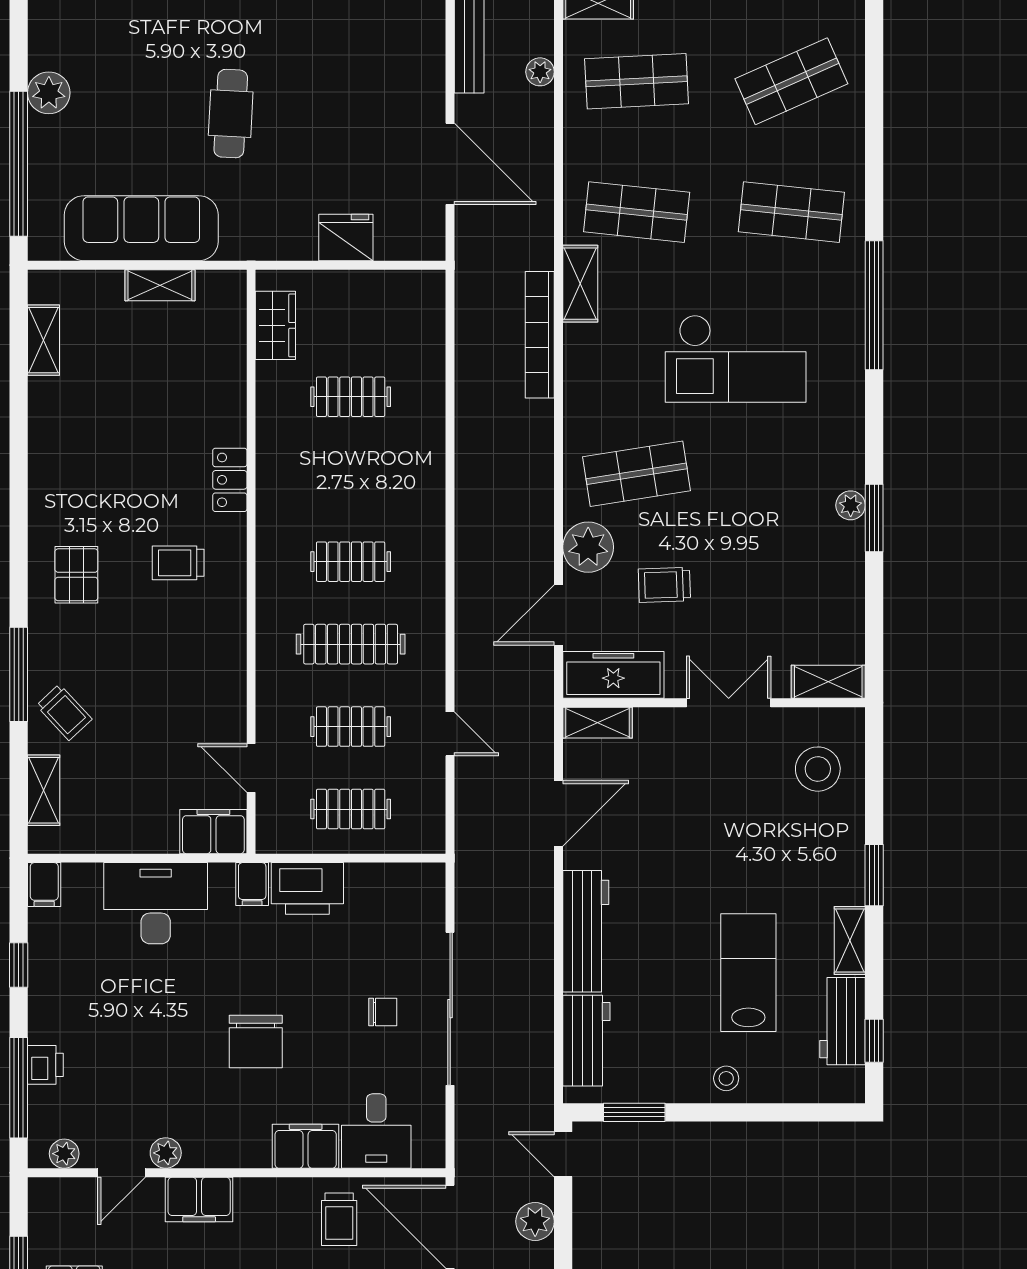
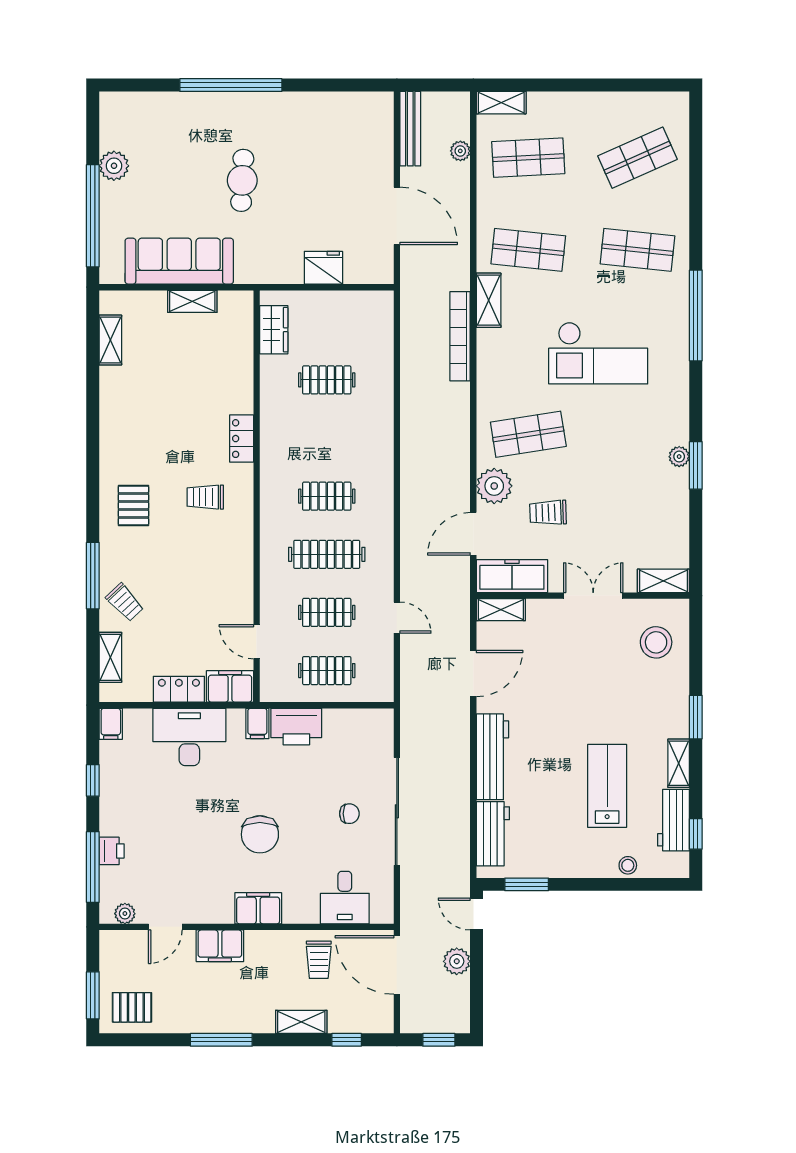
locker: (141, 835) -> (179, 689), added
stool: (726, 1078) -> (628, 865), moved
filing cabinet: (306, 1146) -> (258, 908), moved
plant: (166, 1153) -> (196, 913), removed

